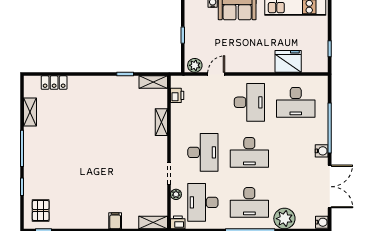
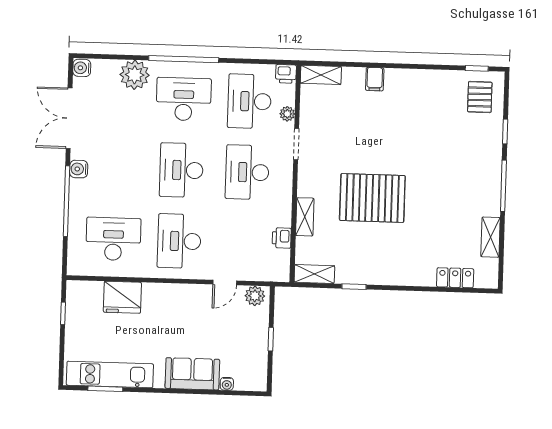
printer: (177, 95) -> (282, 238), moved
pallet: (114, 137) -> (372, 198), added
desk: (249, 152) -> (181, 170), turned -90
desk: (203, 202) -> (249, 101), turned 180

